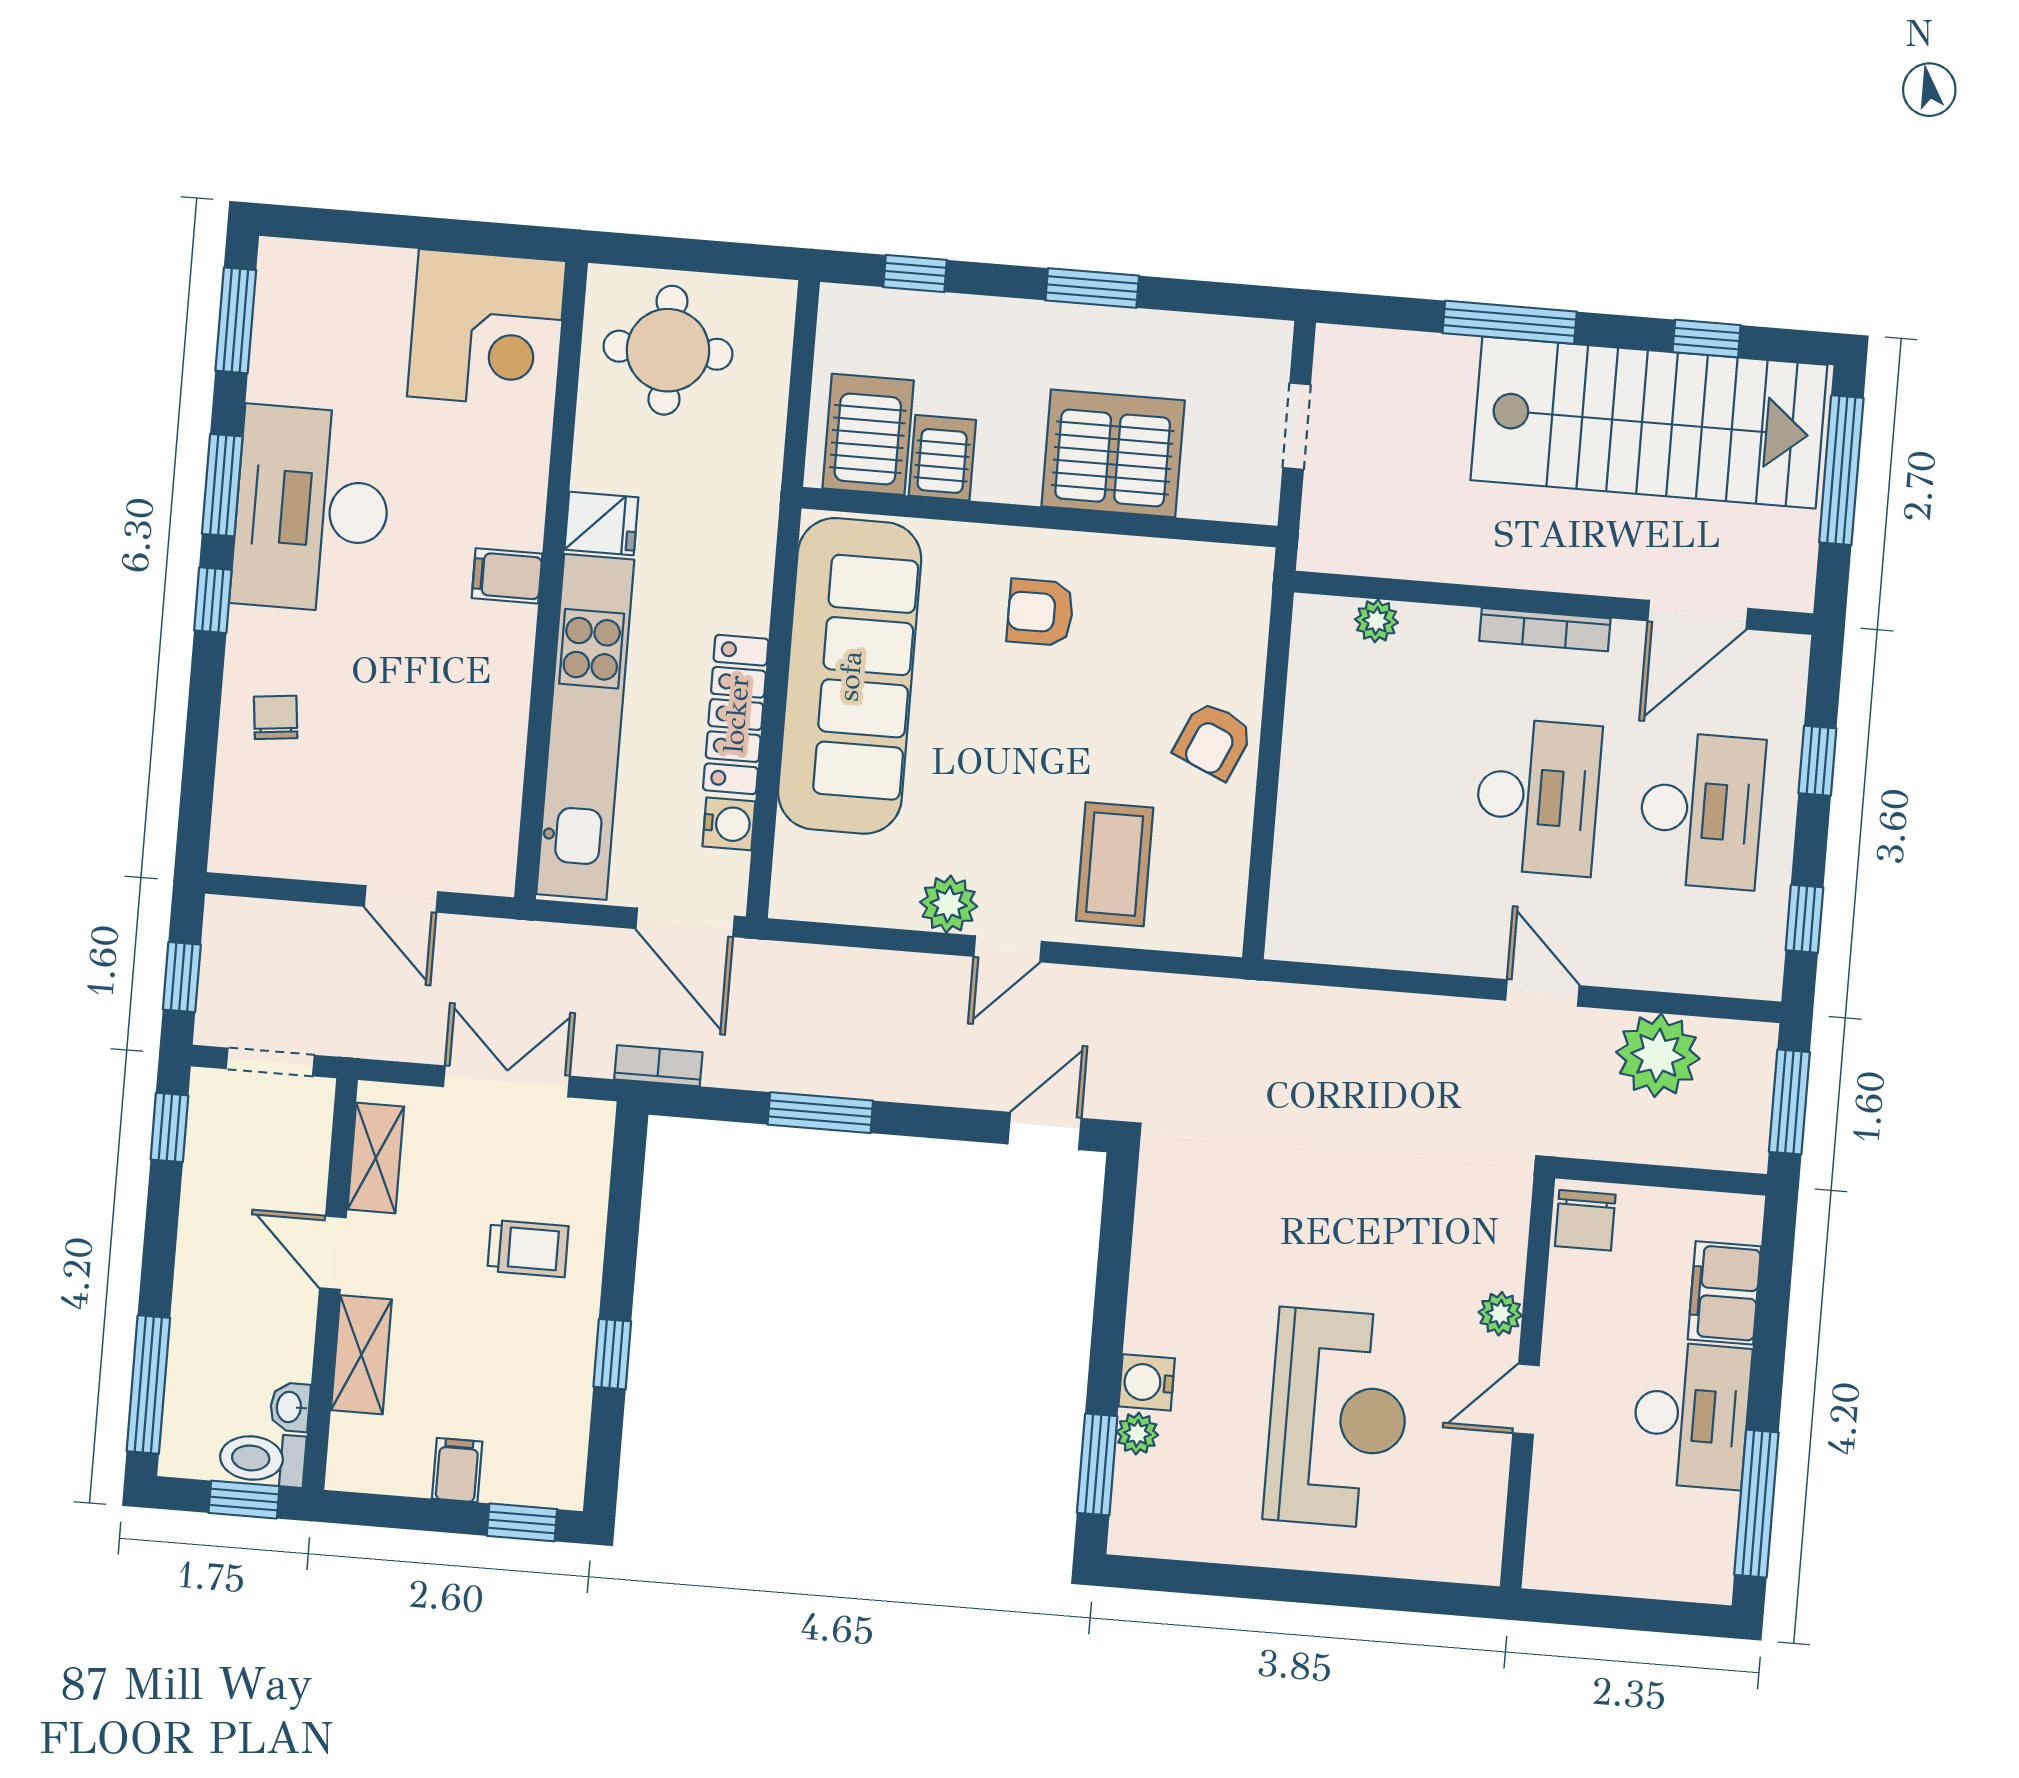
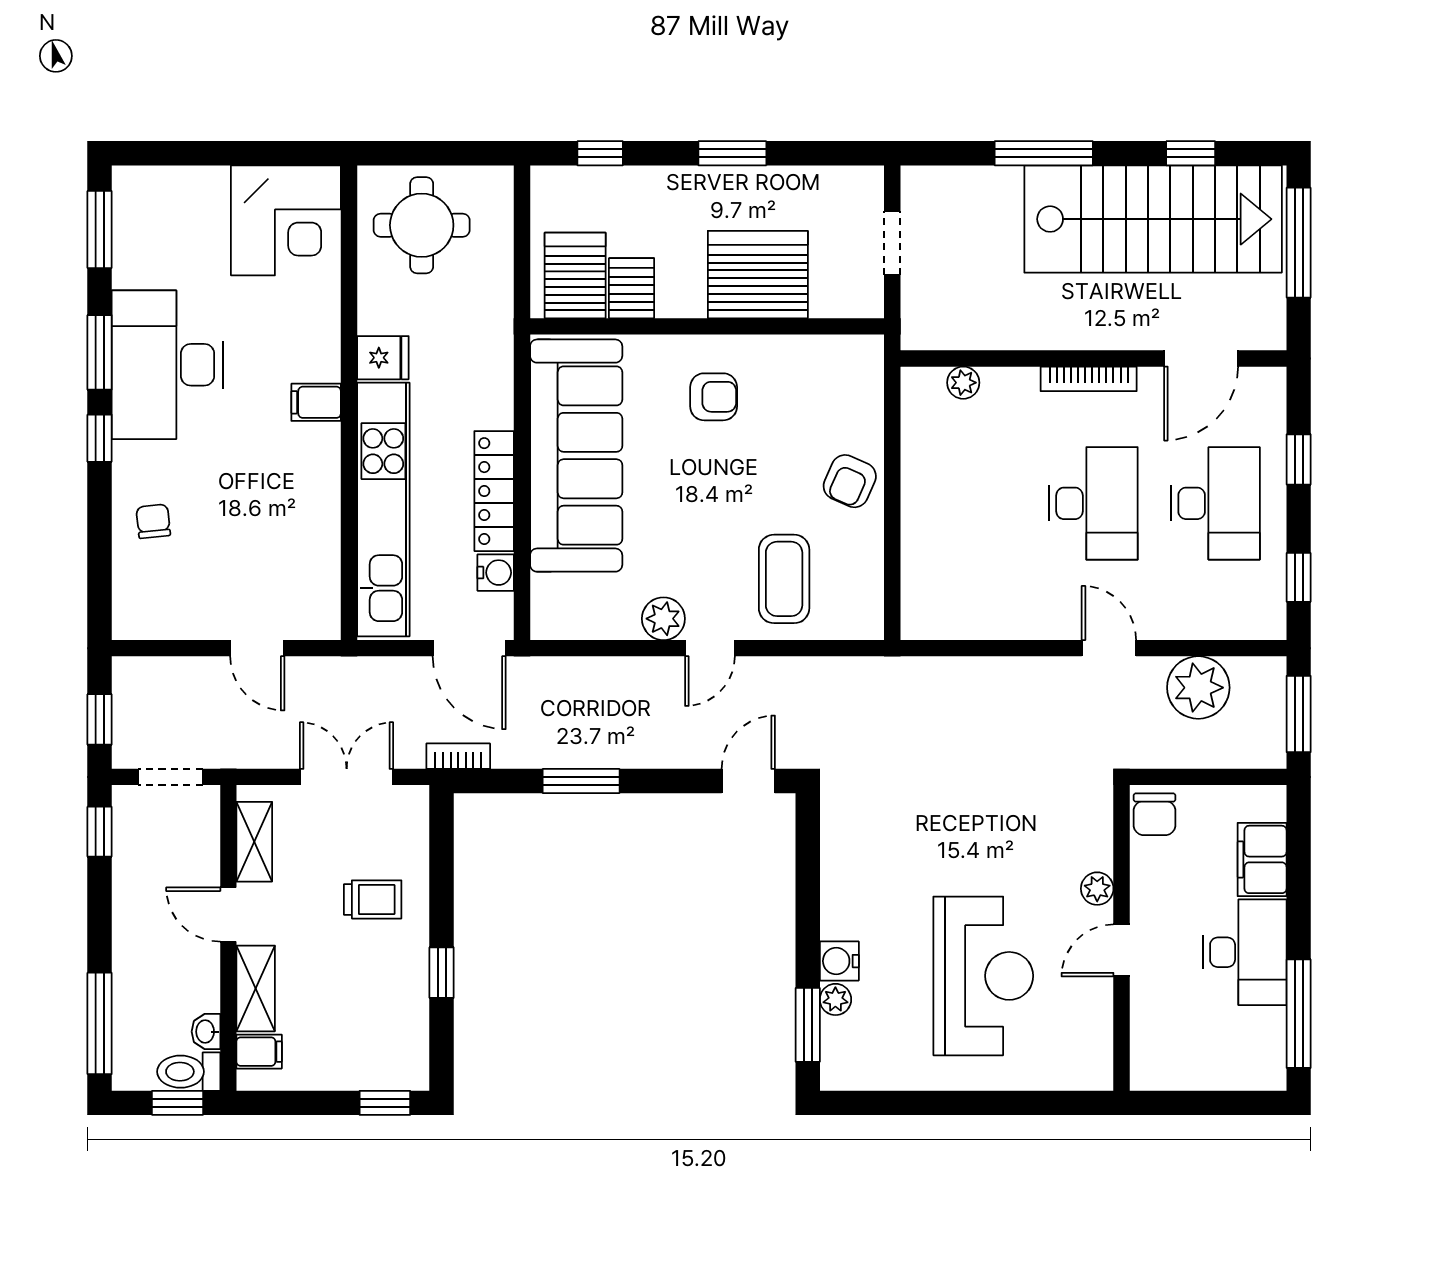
armchair: (1040, 612) -> (714, 397), turned 180
filing cabinet: (457, 1470) -> (259, 1052), moved, turned 90

